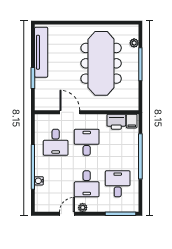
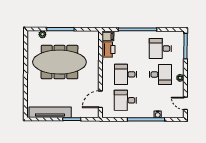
door: (70, 112) -> (100, 99), moved
desk: (56, 142) -> (125, 100), turned 180
door: (67, 214) -> (185, 103), moved

